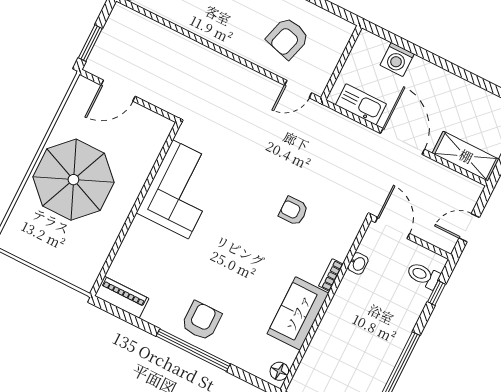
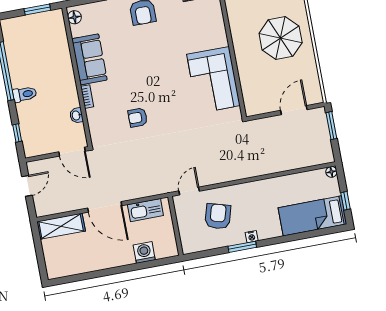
parasol: (73, 180) -> (281, 38), width x0.73, depth x0.73
armchair: (293, 211) -> (138, 118), turned 180
toilet: (423, 275) -> (25, 94), moved

